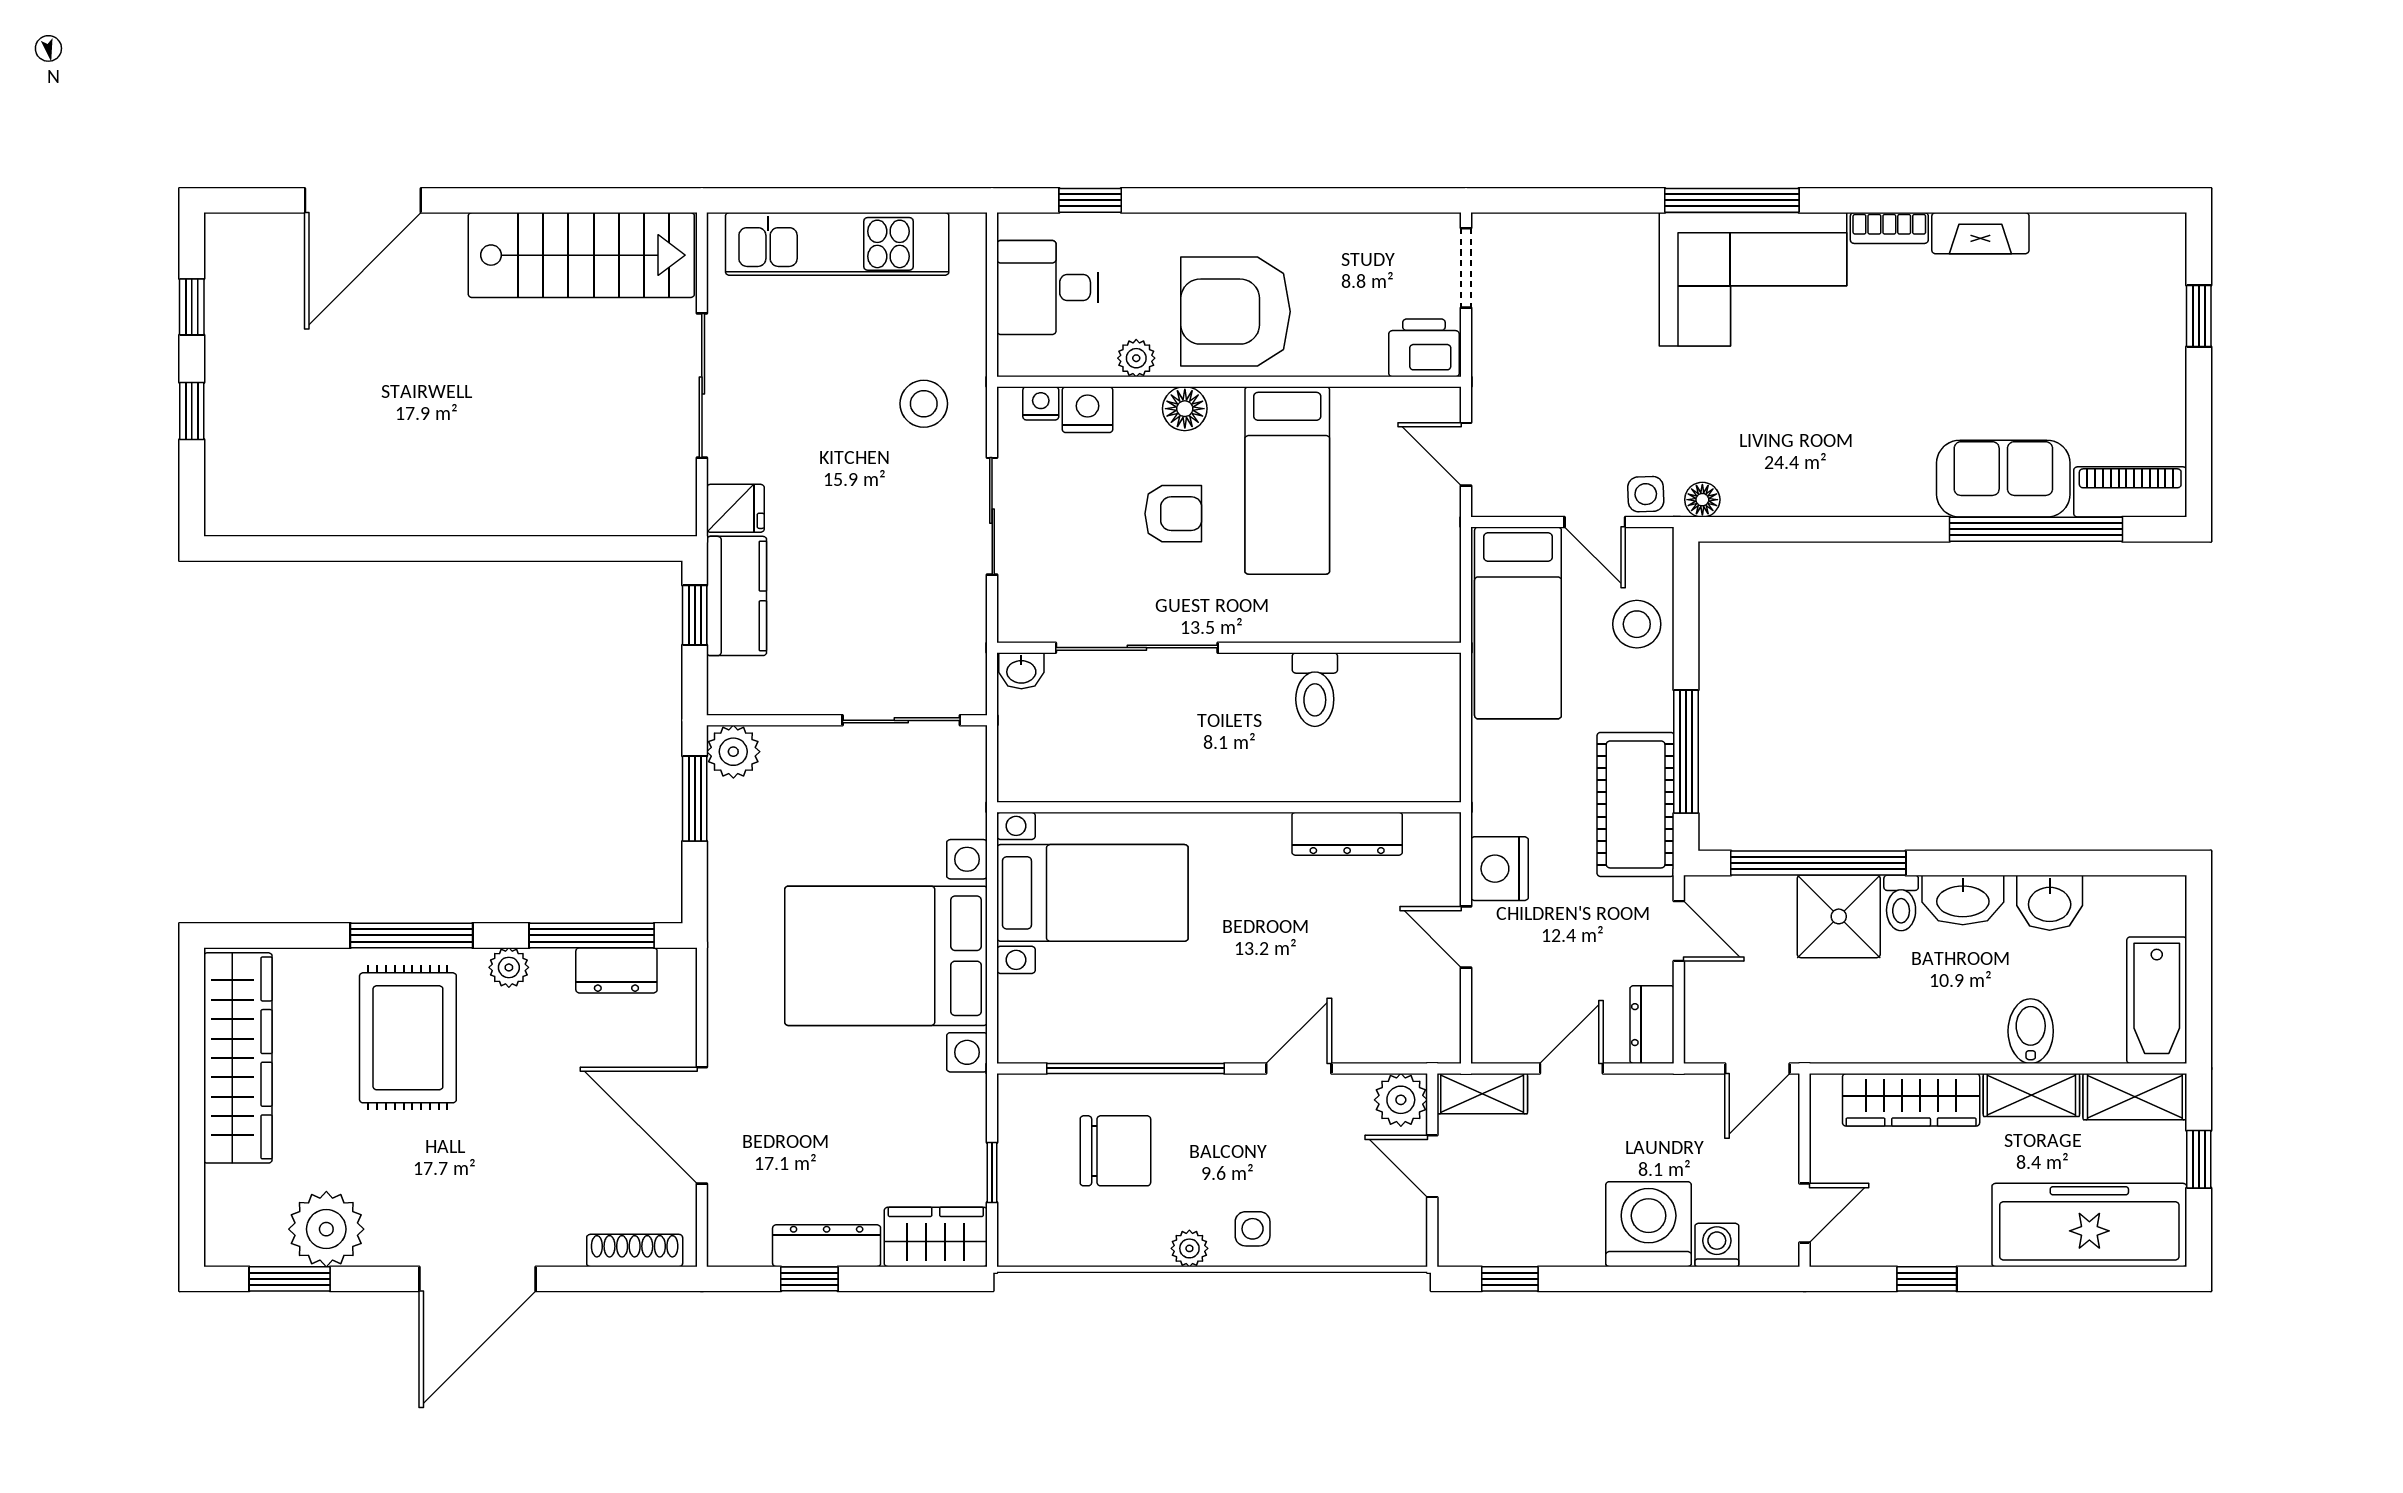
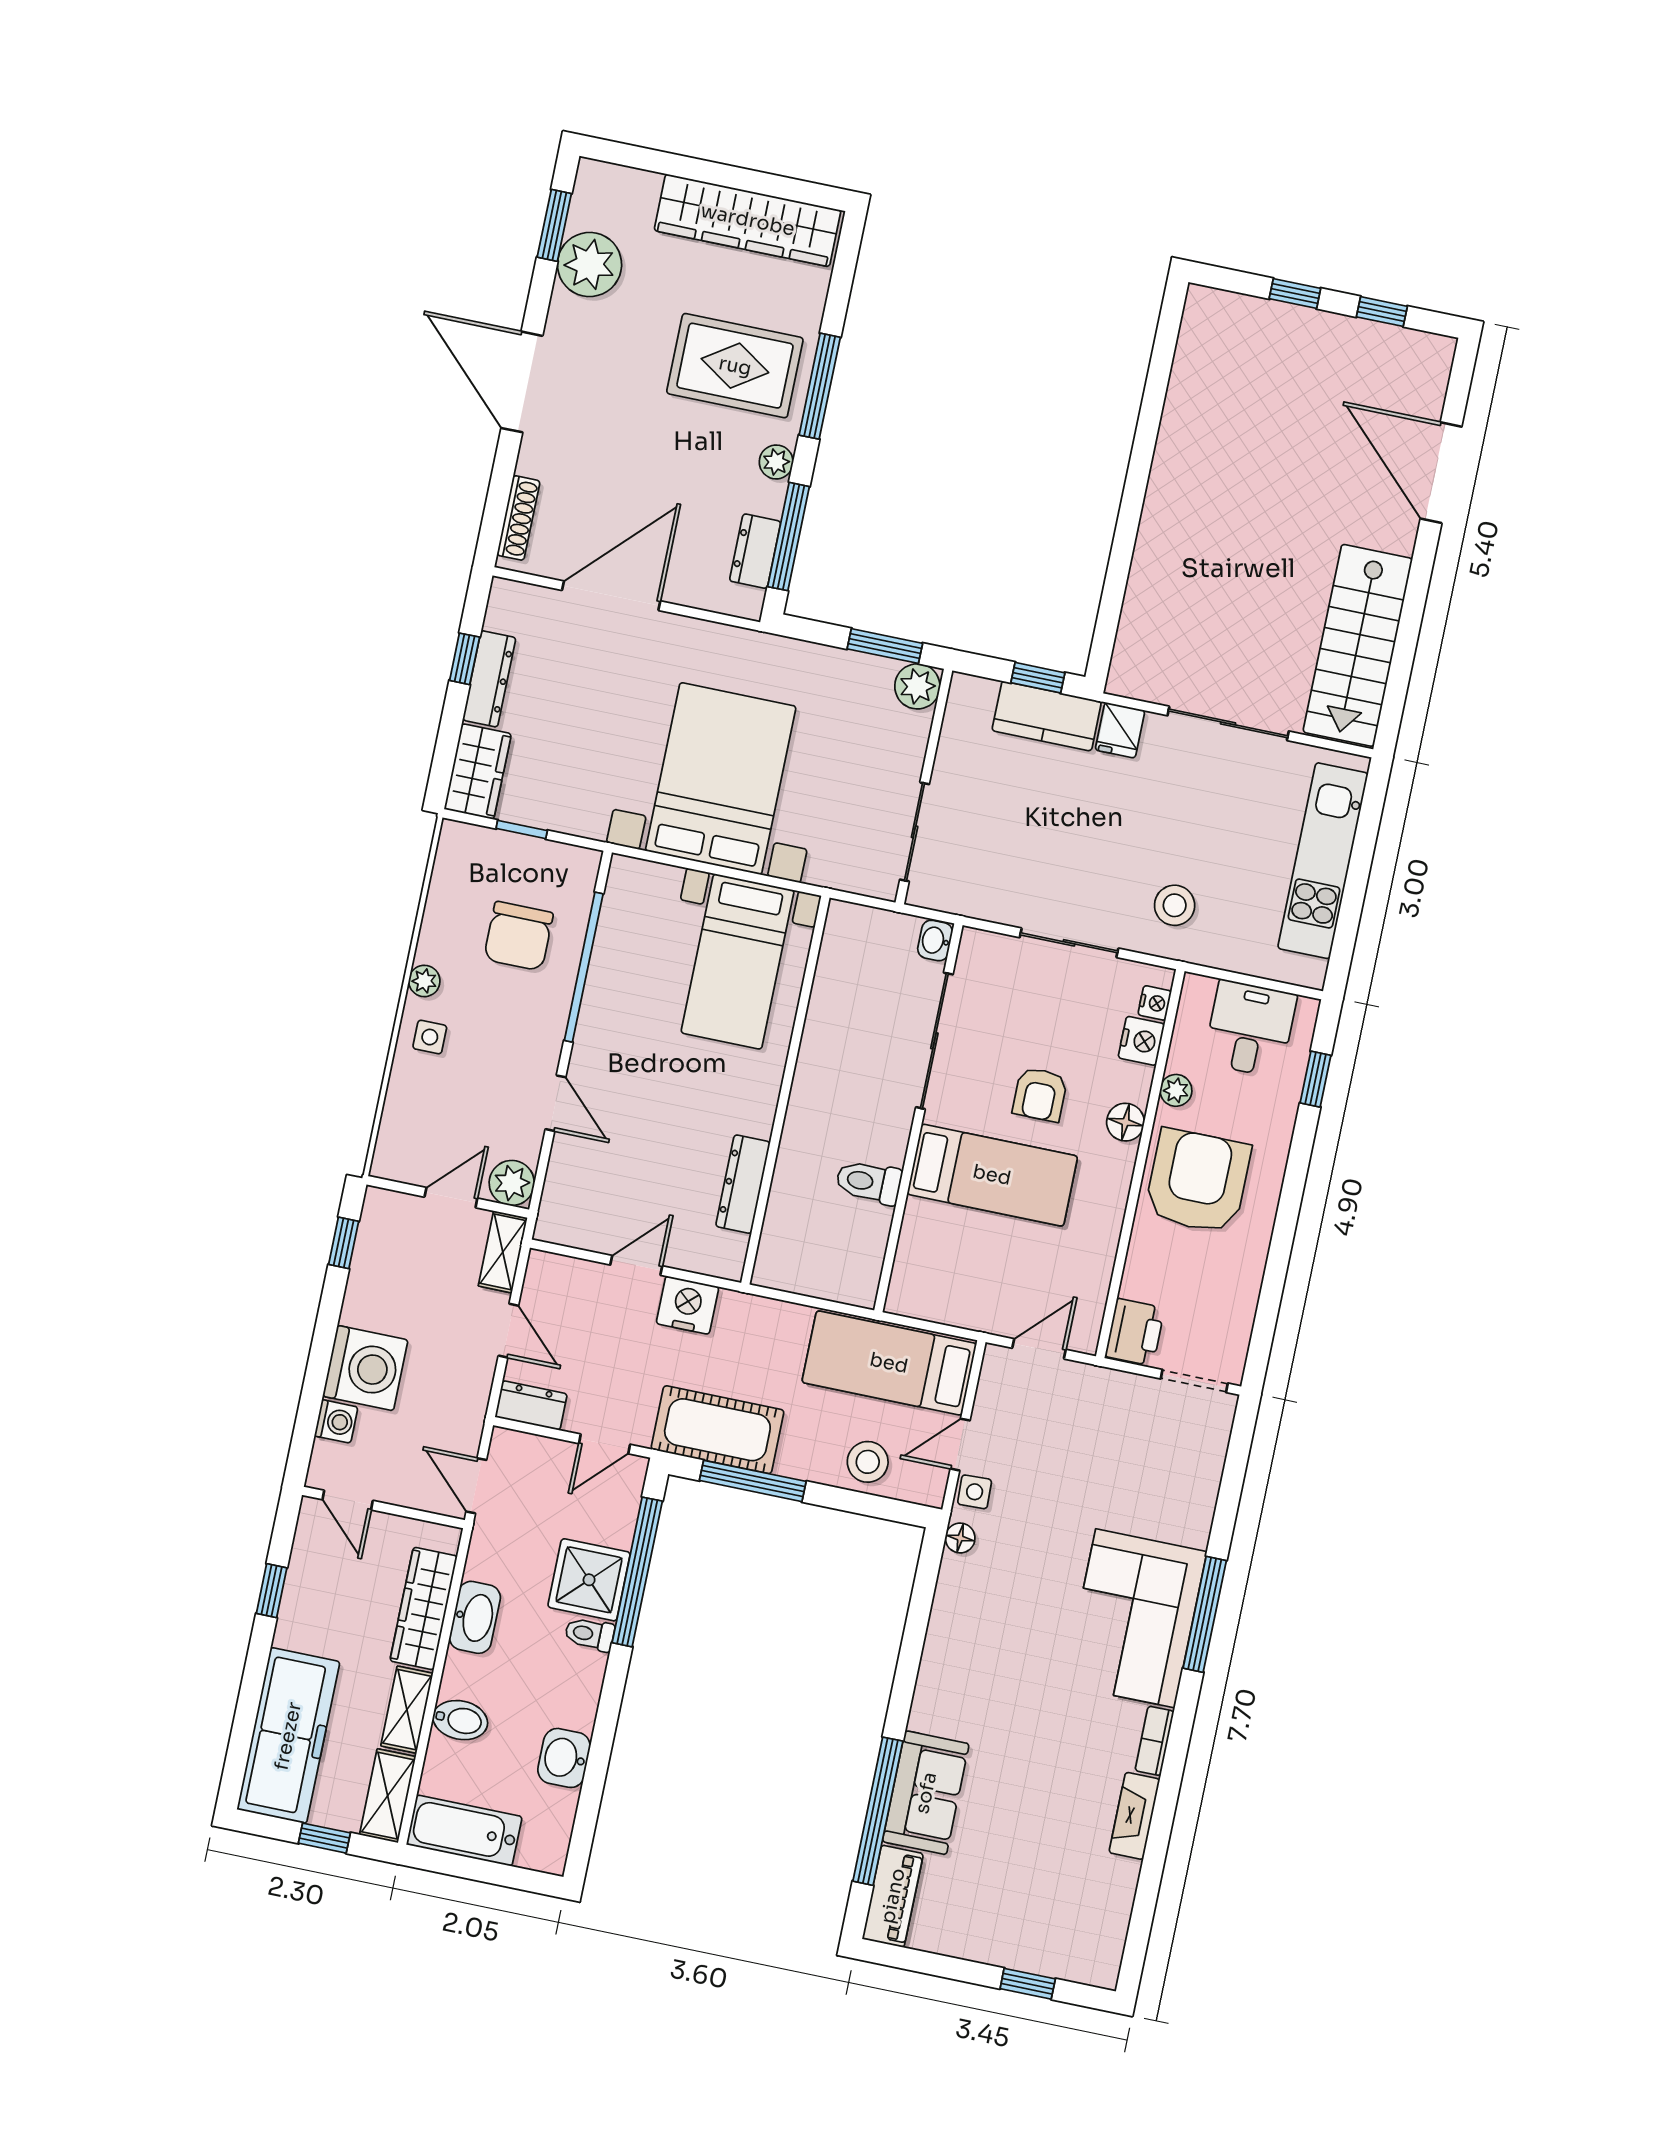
bed: (1287, 480) -> (992, 1175), moved, turned 180
washbasin: (1963, 900) -> (475, 1617), moved, turned 180

